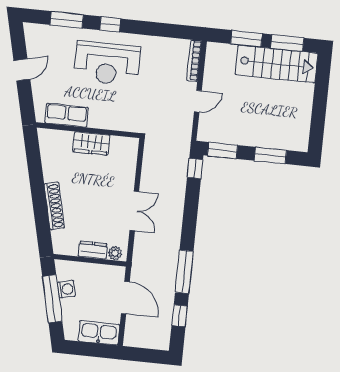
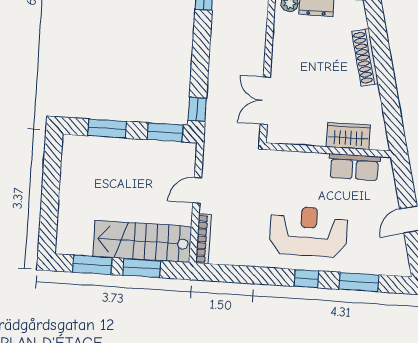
stairs: (277, 64) -> (142, 241), moved
wardrobe: (91, 143) -> (348, 136), moved
double door: (134, 211) -> (265, 101), moved

